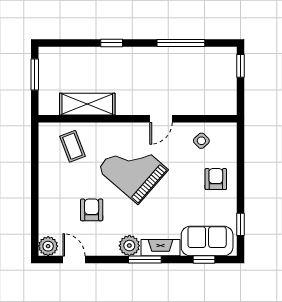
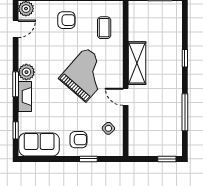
shelving: (87, 104) -> (137, 63), moved
coffee table: (73, 146) -> (104, 28), turned -69
armchair: (92, 210) -> (66, 20), moved
window: (241, 224) -> (88, 159), moved
sofa: (207, 241) -> (39, 144), moved, turned -90

